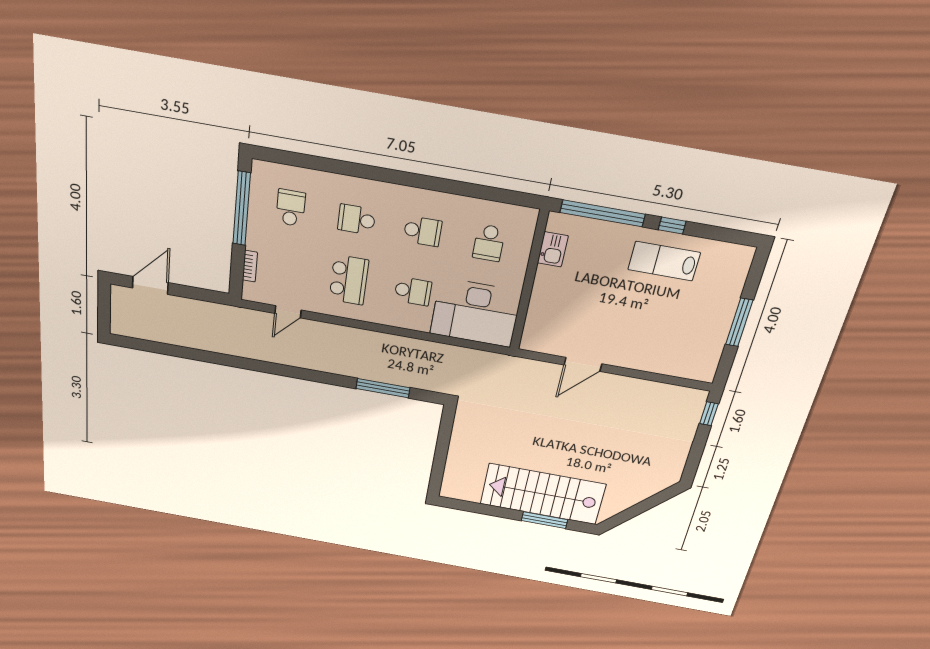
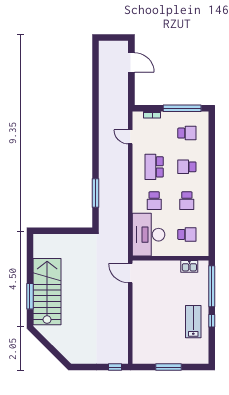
school desk: (357, 220) -> (187, 167), turned -90
school desk: (489, 243) -> (187, 234), turned 180
school desk: (349, 280) -> (154, 167), turned 90
door: (583, 364) -> (130, 273), moved

